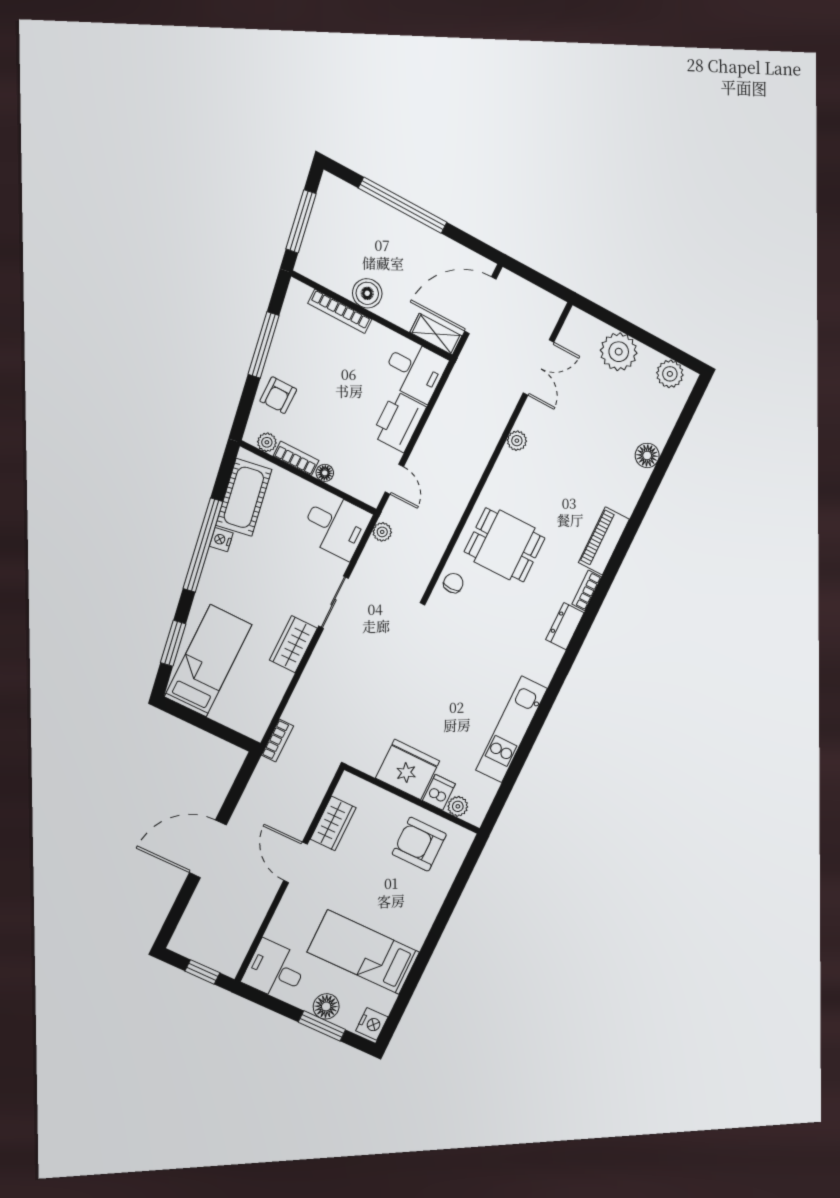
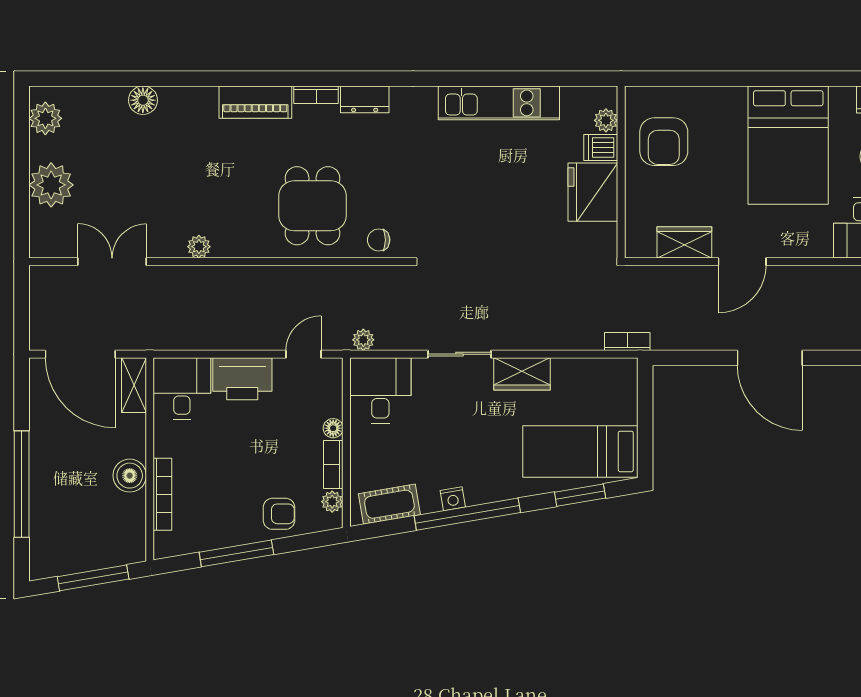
cot: (244, 497) -> (389, 504), width x0.73, depth x0.75
bed: (363, 952) -> (788, 145), width x1.50

